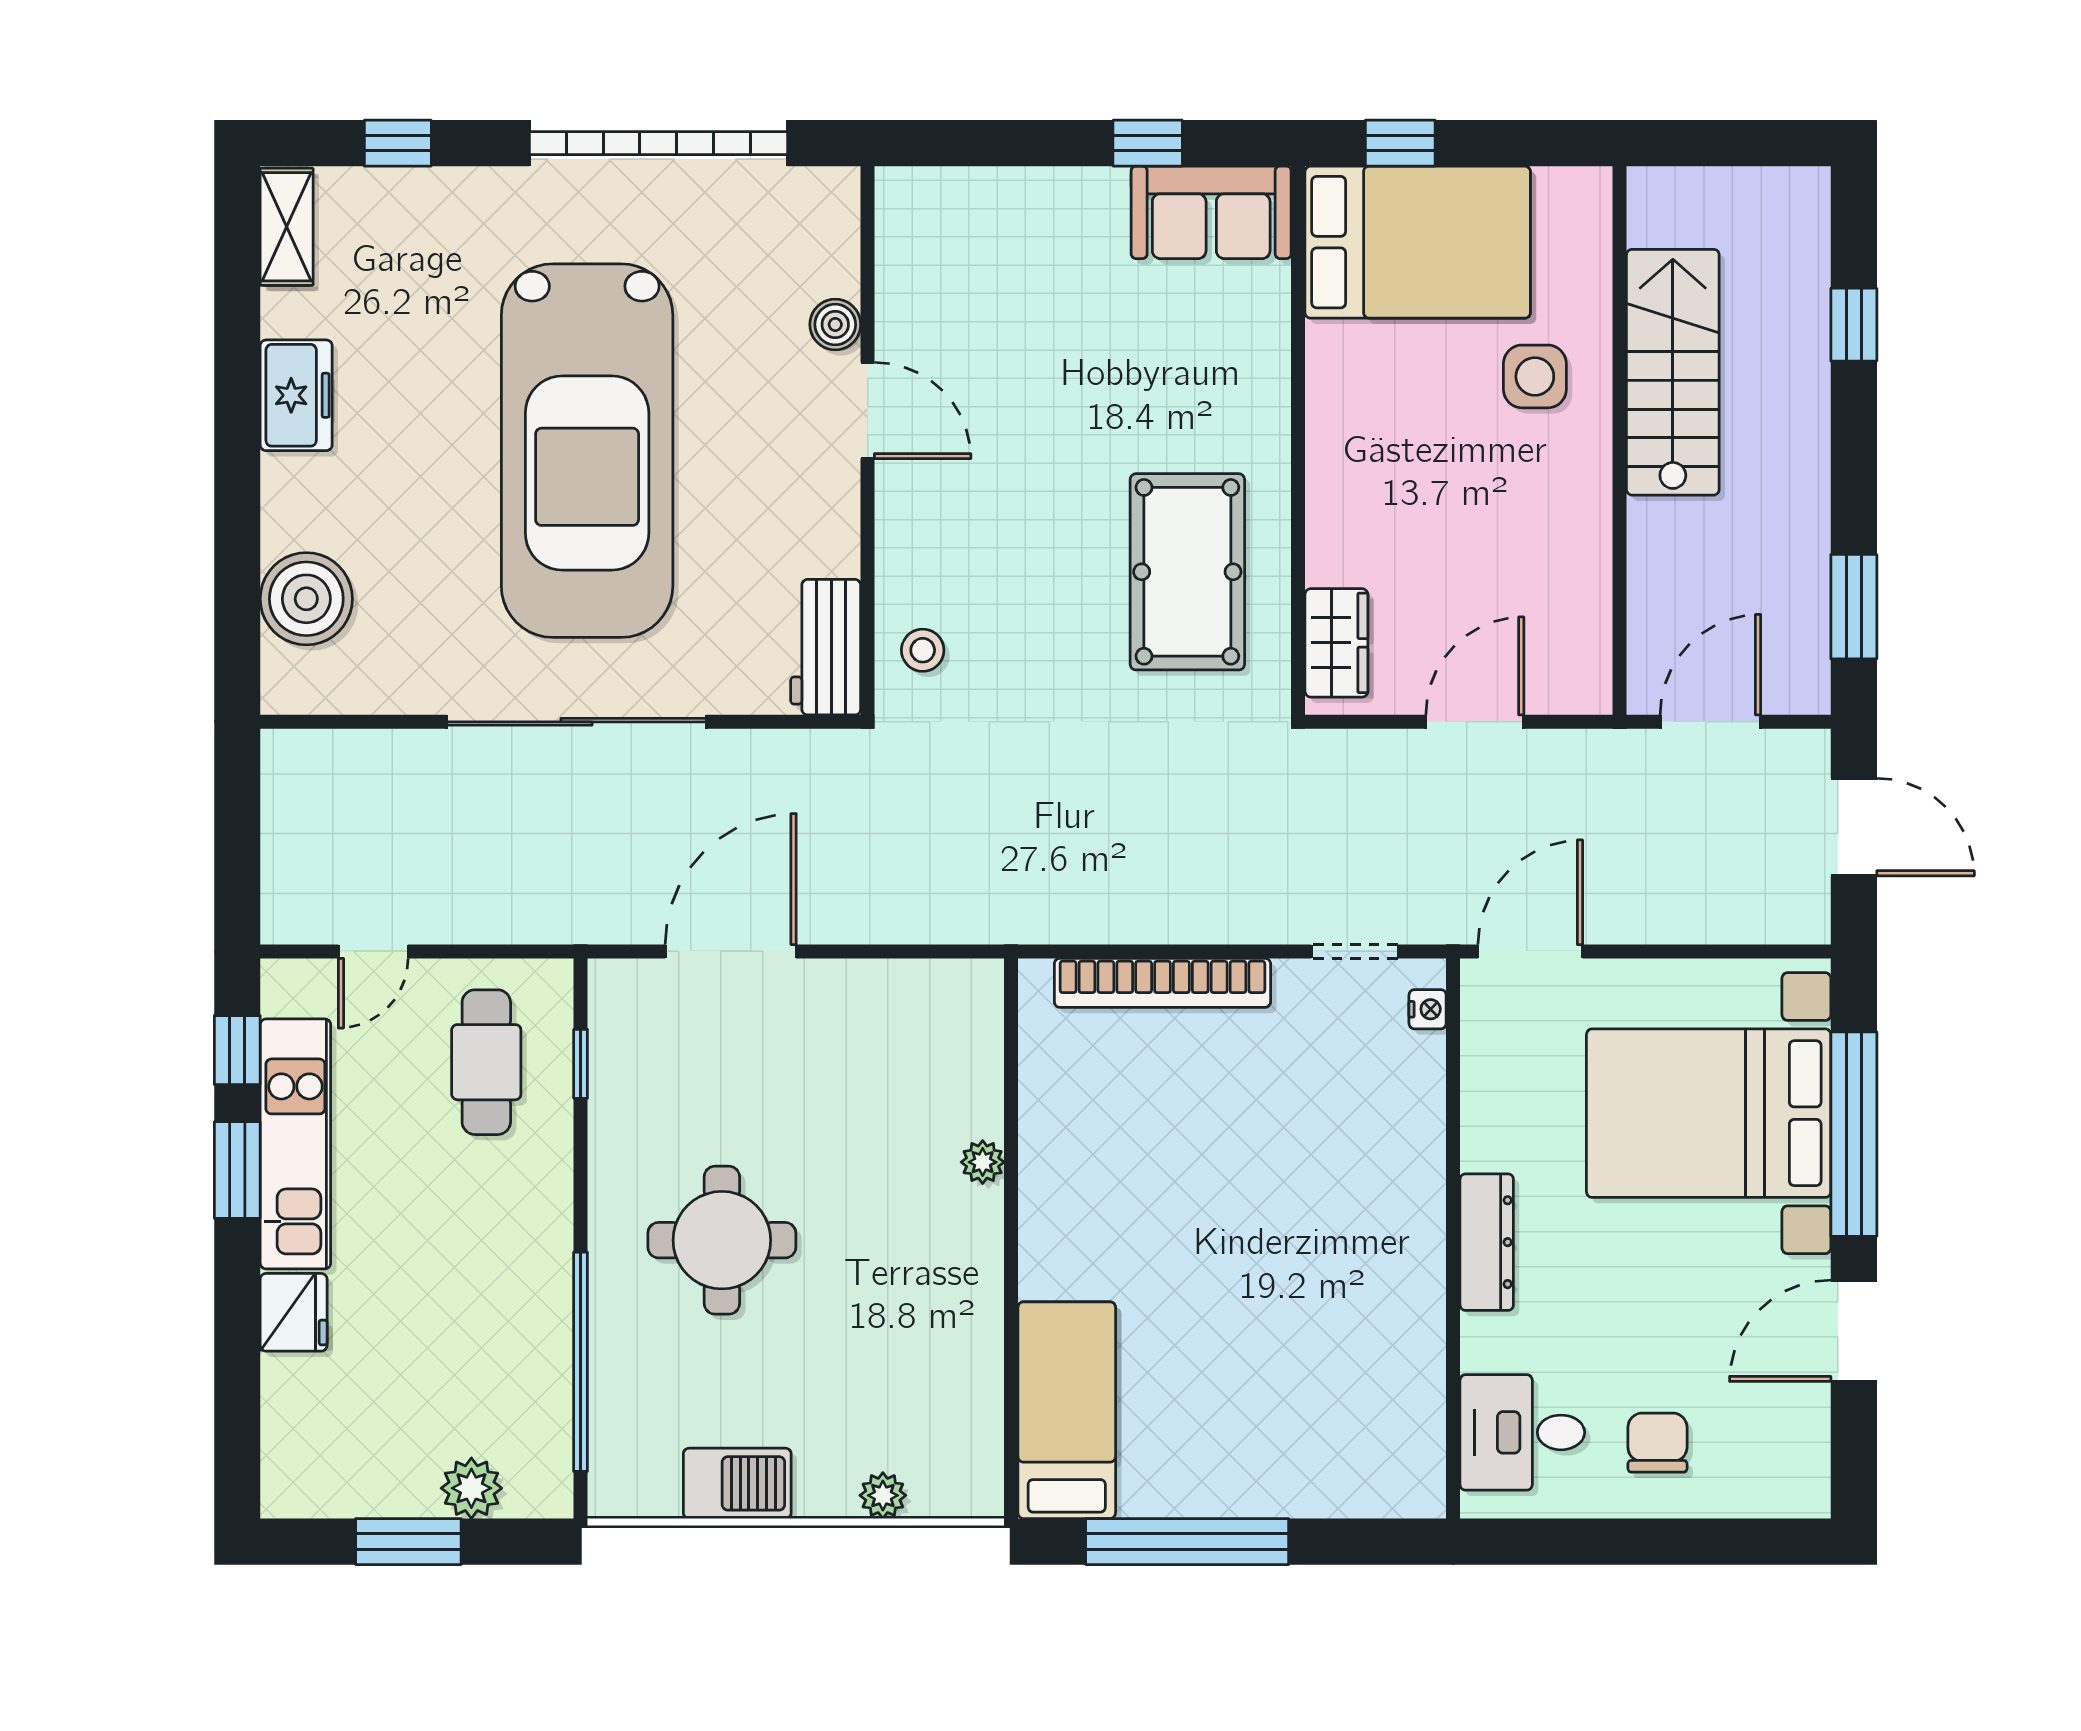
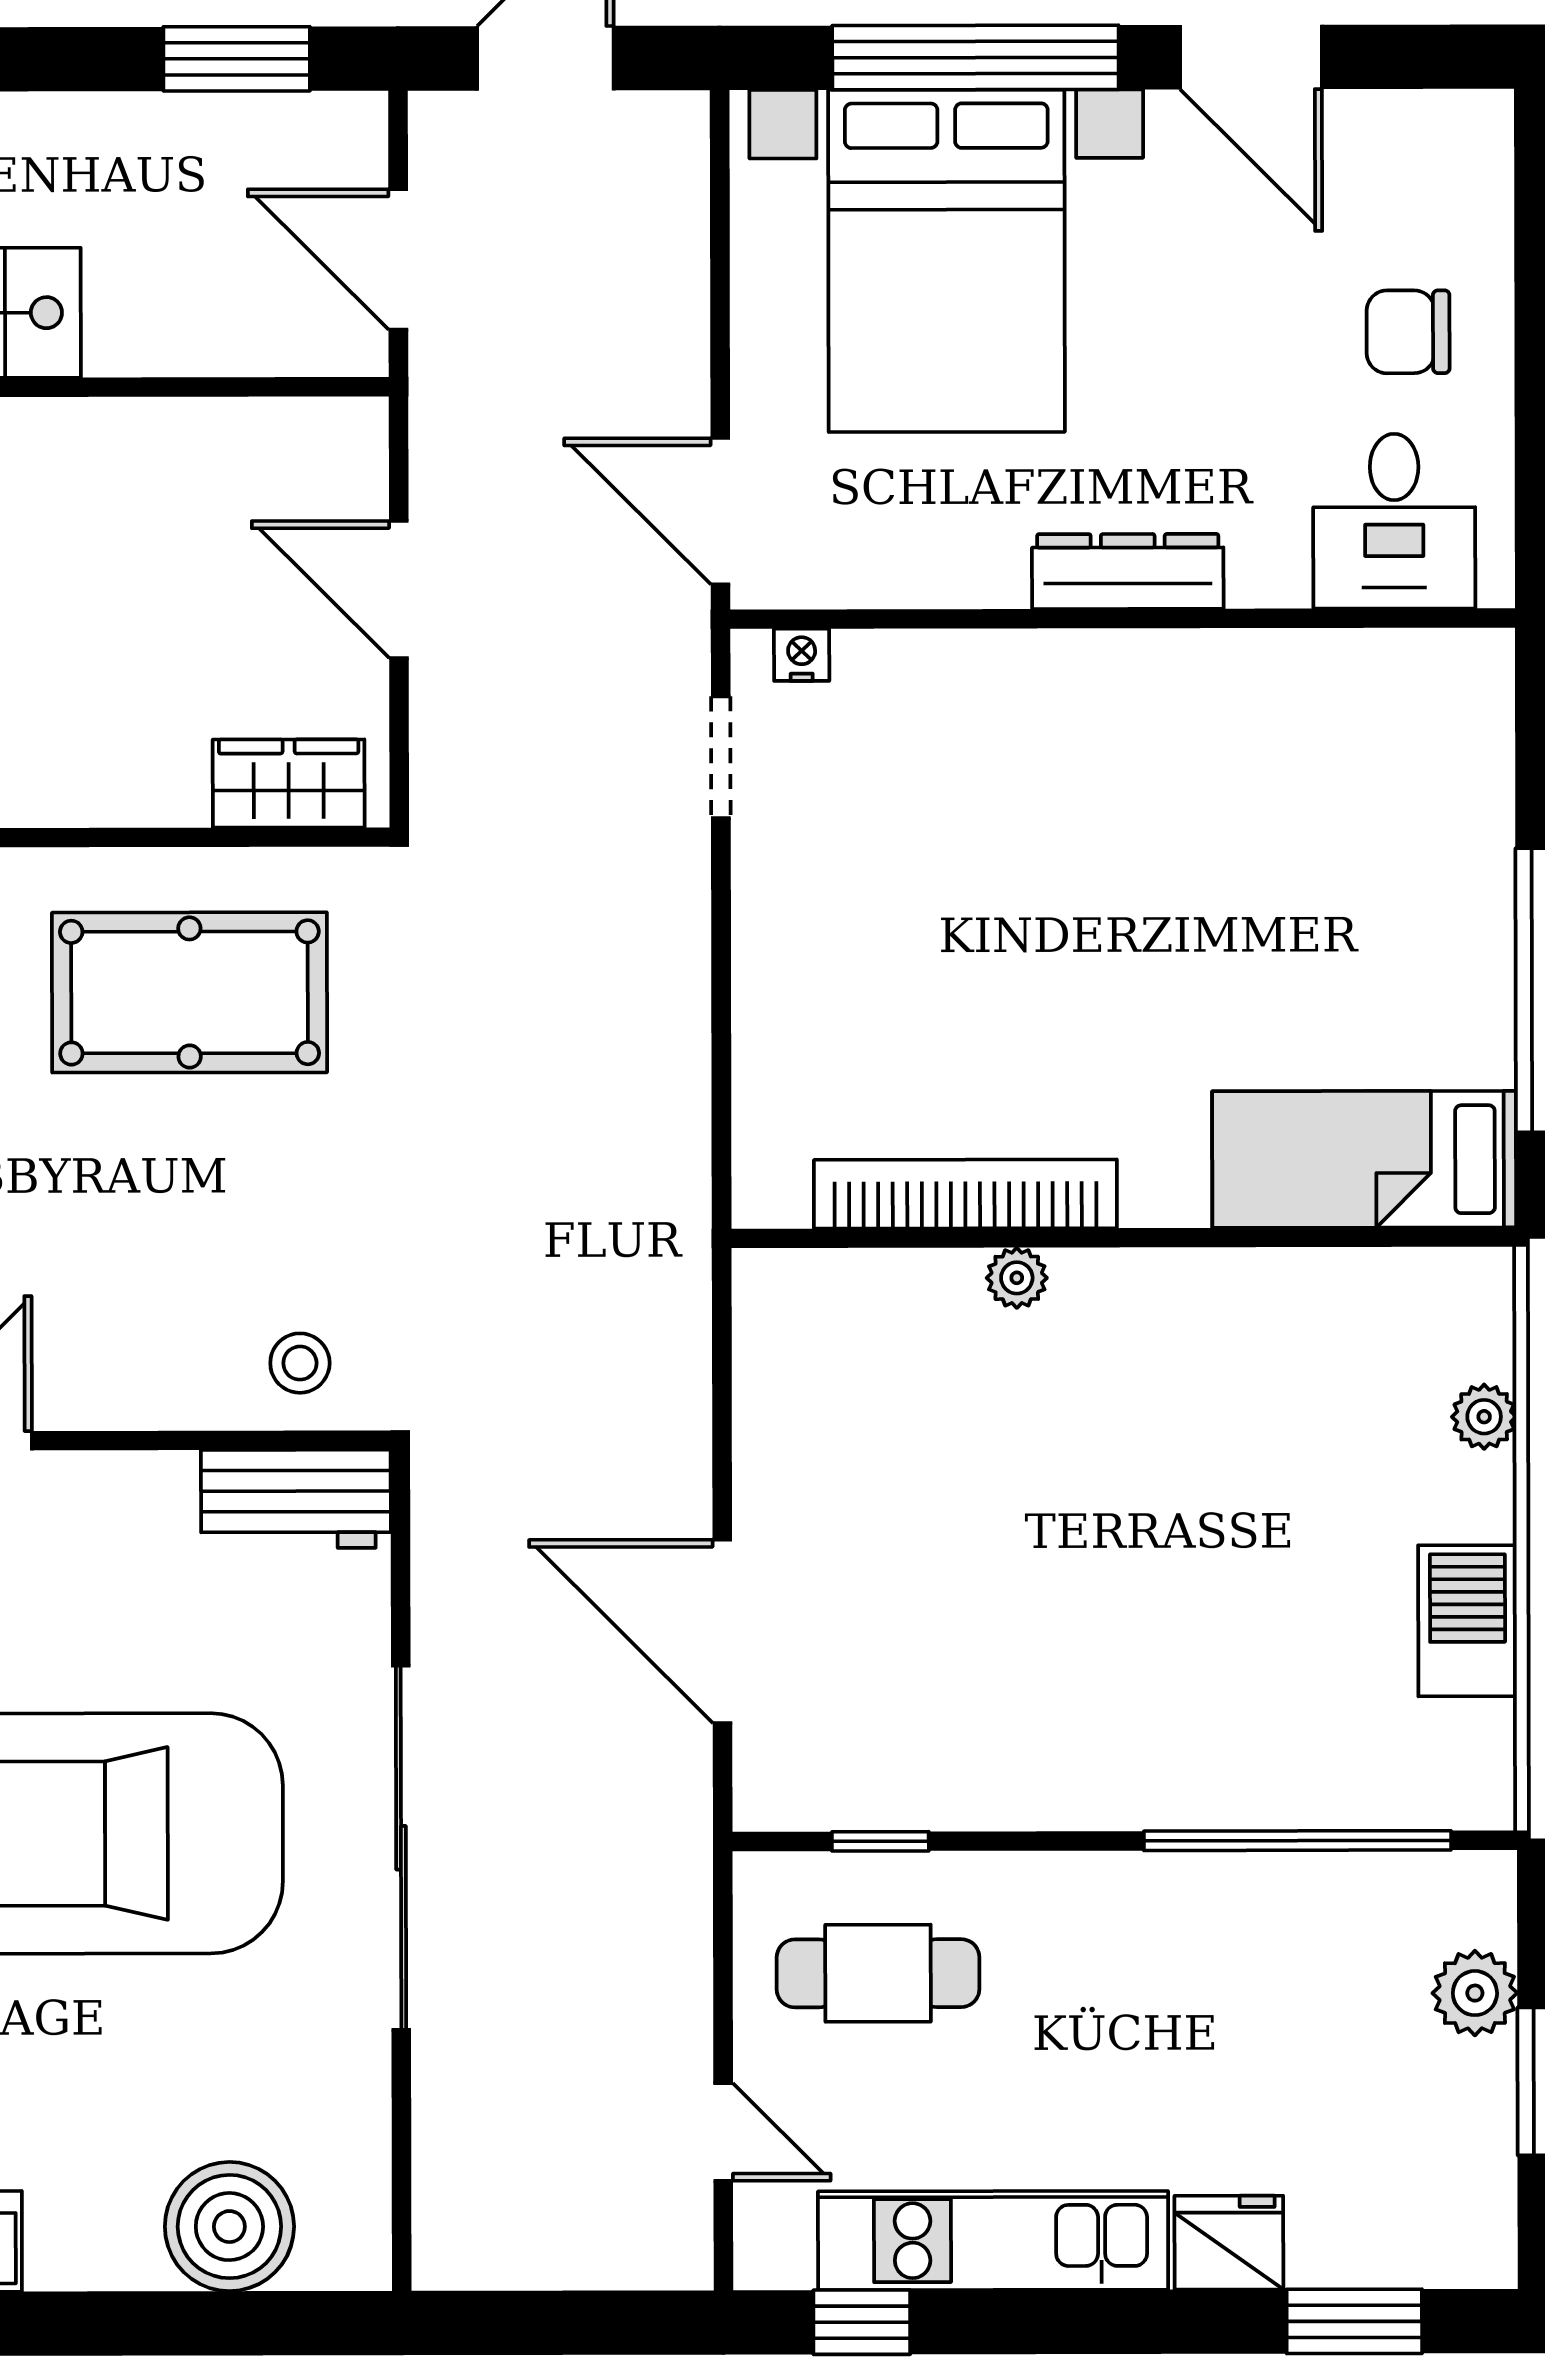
bookcase: (1162, 983) -> (965, 1194), moved, turned -90
window: (237, 1170) -> (1354, 2321), moved
round table: (722, 1240) -> (1127, 1643), removed

